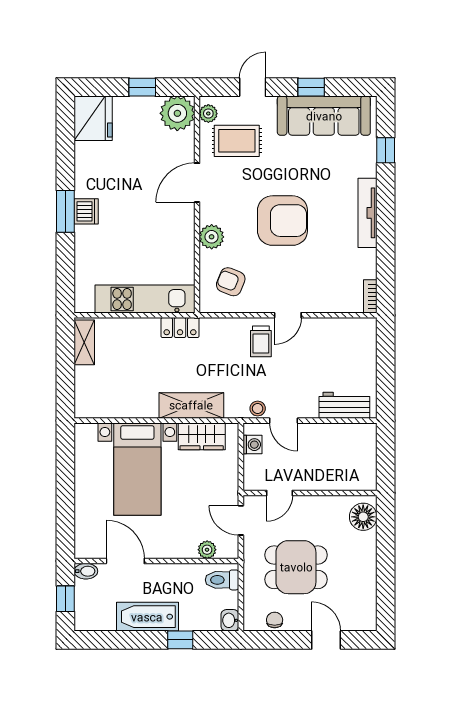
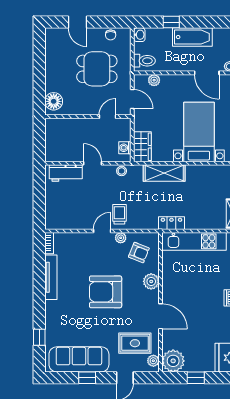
door: (197, 183) -> (161, 316), hinge flipped
tv unit: (368, 213) -> (51, 277), moved
plant: (259, 305) -> (121, 238), added
door: (284, 421) -> (93, 163), moved
wardrobe: (202, 436) -> (142, 147), moved, turned 90

